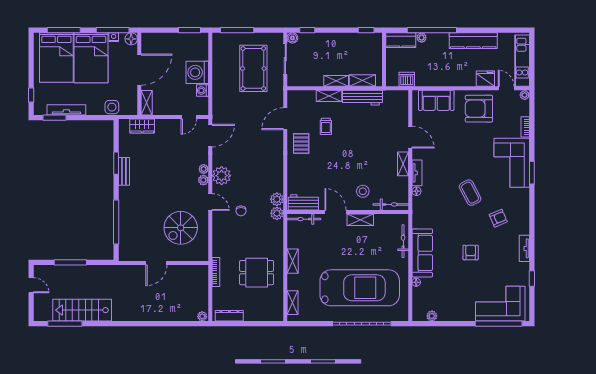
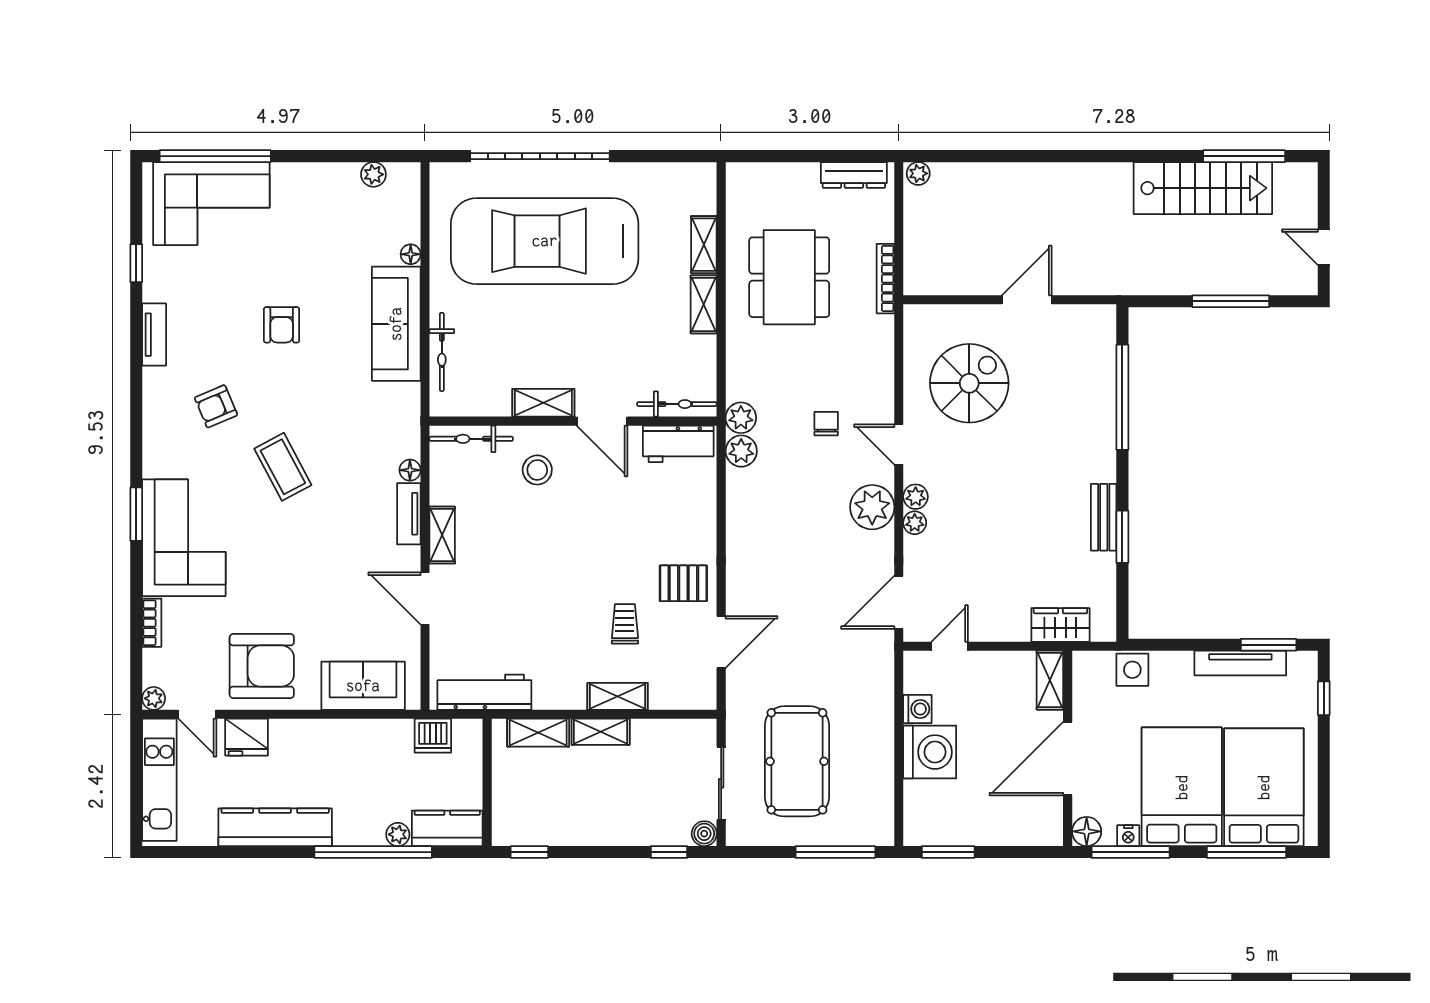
workbench: (362, 98) -> (484, 692), moved
pallet: (301, 144) -> (683, 583), turned 90
dining table: (257, 273) -> (789, 277), width x1.38
shelving: (293, 303) -> (704, 245), moved

